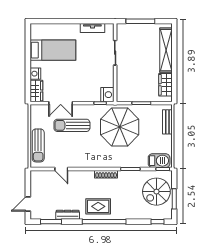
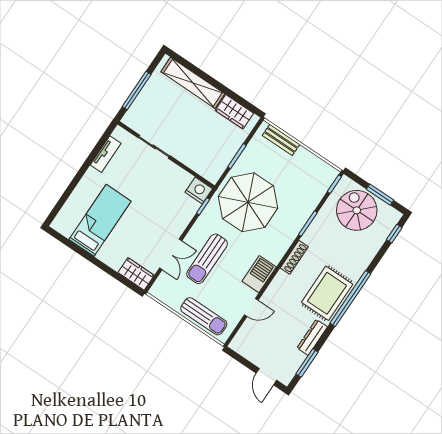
nightstand: (35, 74) -> (114, 261), removed
barbecue: (159, 161) -> (259, 274), moved
spiral stairs: (156, 192) -> (357, 210), turned 180
rug: (98, 206) -> (327, 293), width x1.36, depth x1.43

